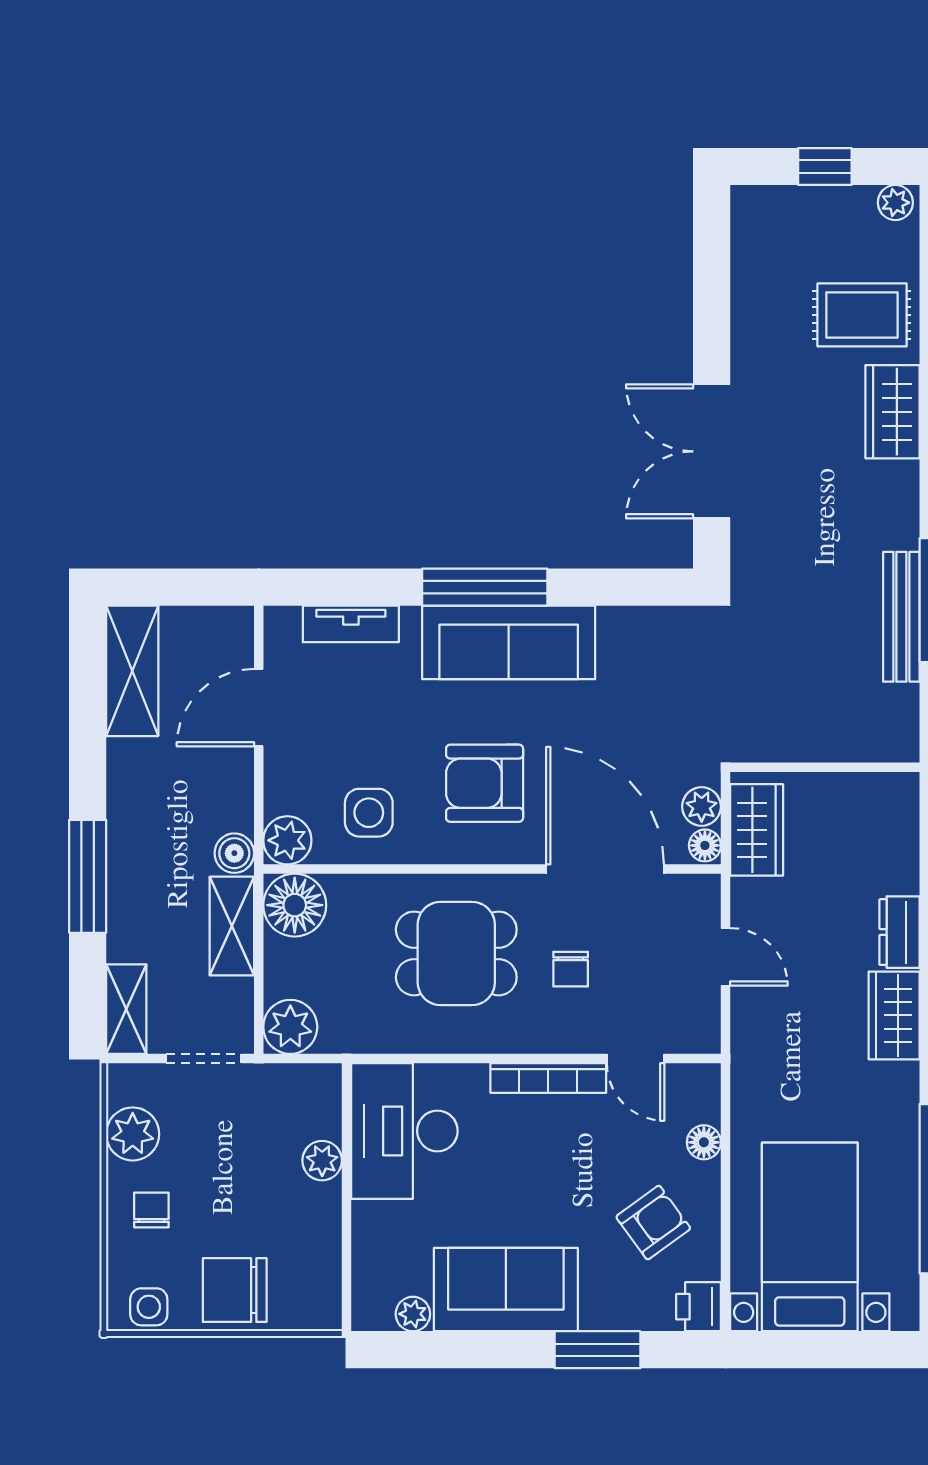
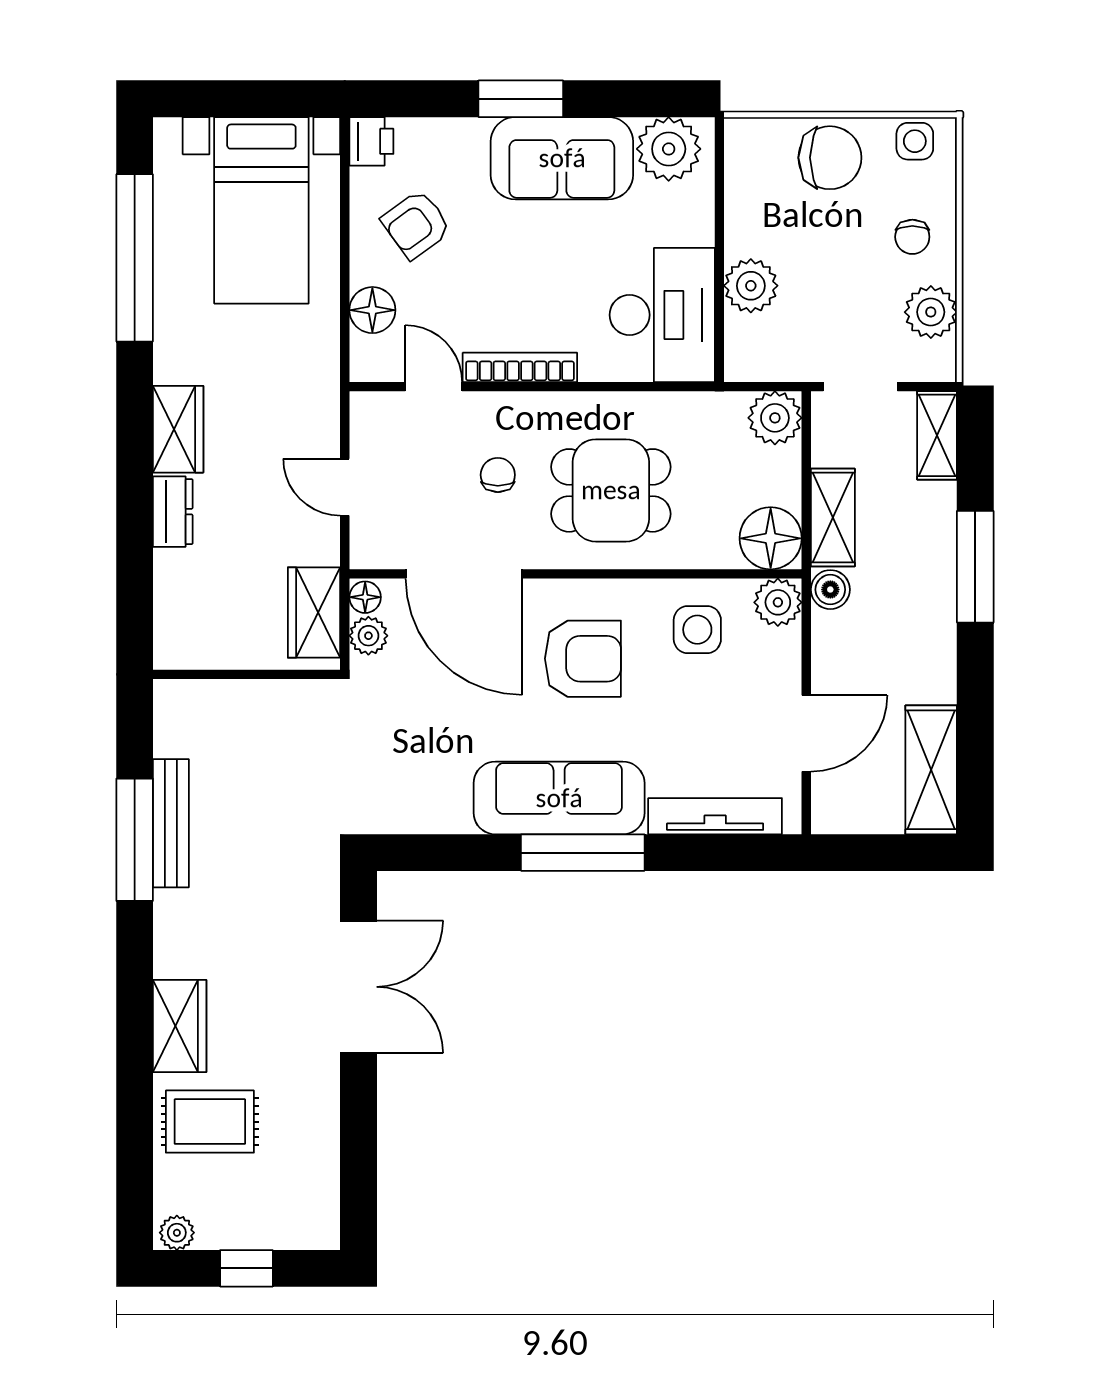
tv unit: (351, 624) -> (715, 816), width x1.41
floor lamp: (704, 1142) -> (372, 310), width x1.37, depth x1.37
plant: (322, 1161) -> (751, 286), width x1.38, depth x1.38
plant: (413, 1314) -> (669, 149), width x1.87, depth x1.87
window: (597, 1350) -> (521, 99), moved

